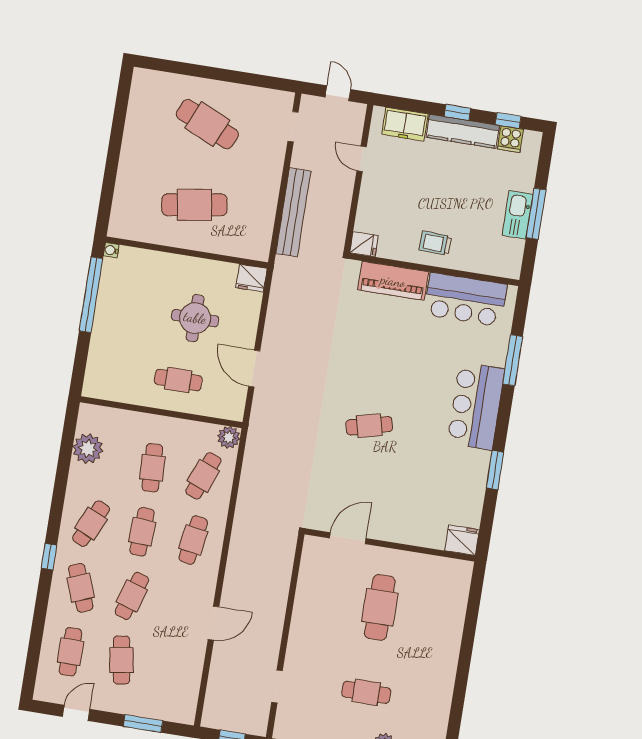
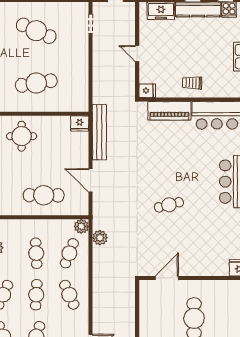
door: (362, 159) -> (137, 54), moved
bench: (293, 212) -> (99, 132), moved
round table: (195, 318) -> (22, 136), moved
cafe table: (178, 380) -> (44, 195), width x1.37, depth x1.35
plant: (255, 460) -> (100, 238), added
cafe table: (193, 540) -> (69, 295), turned -33

